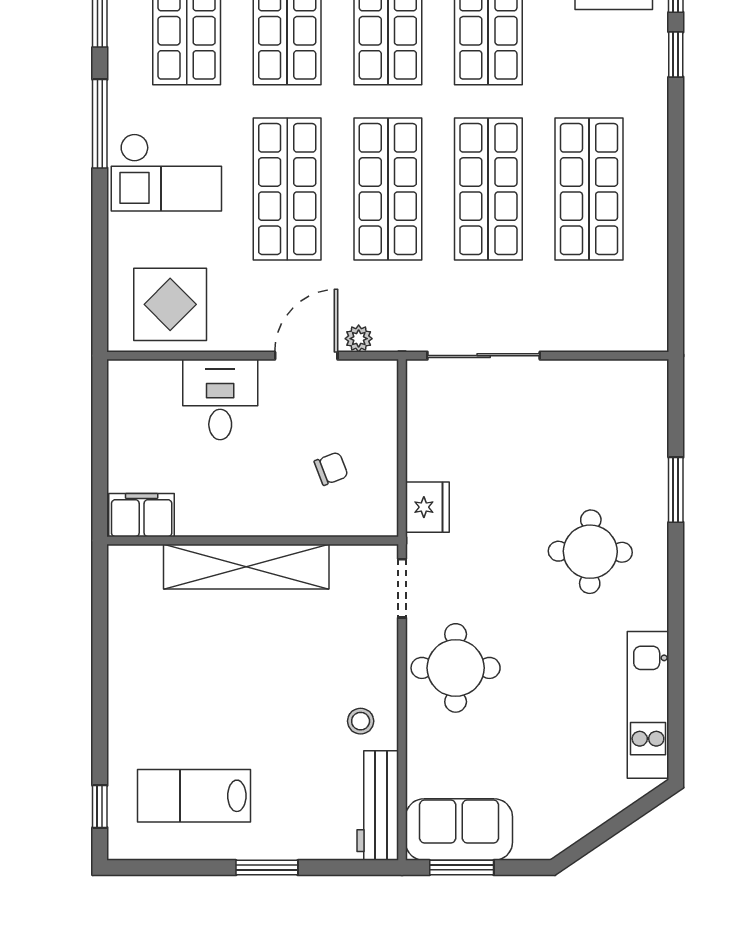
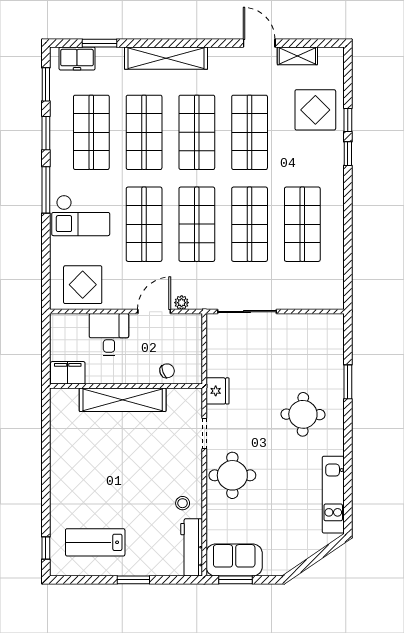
filing cabinet: (142, 515) -> (68, 373), moved
wall: (253, 540) -> (126, 386), moved
shelving: (246, 567) -> (123, 400), moved

